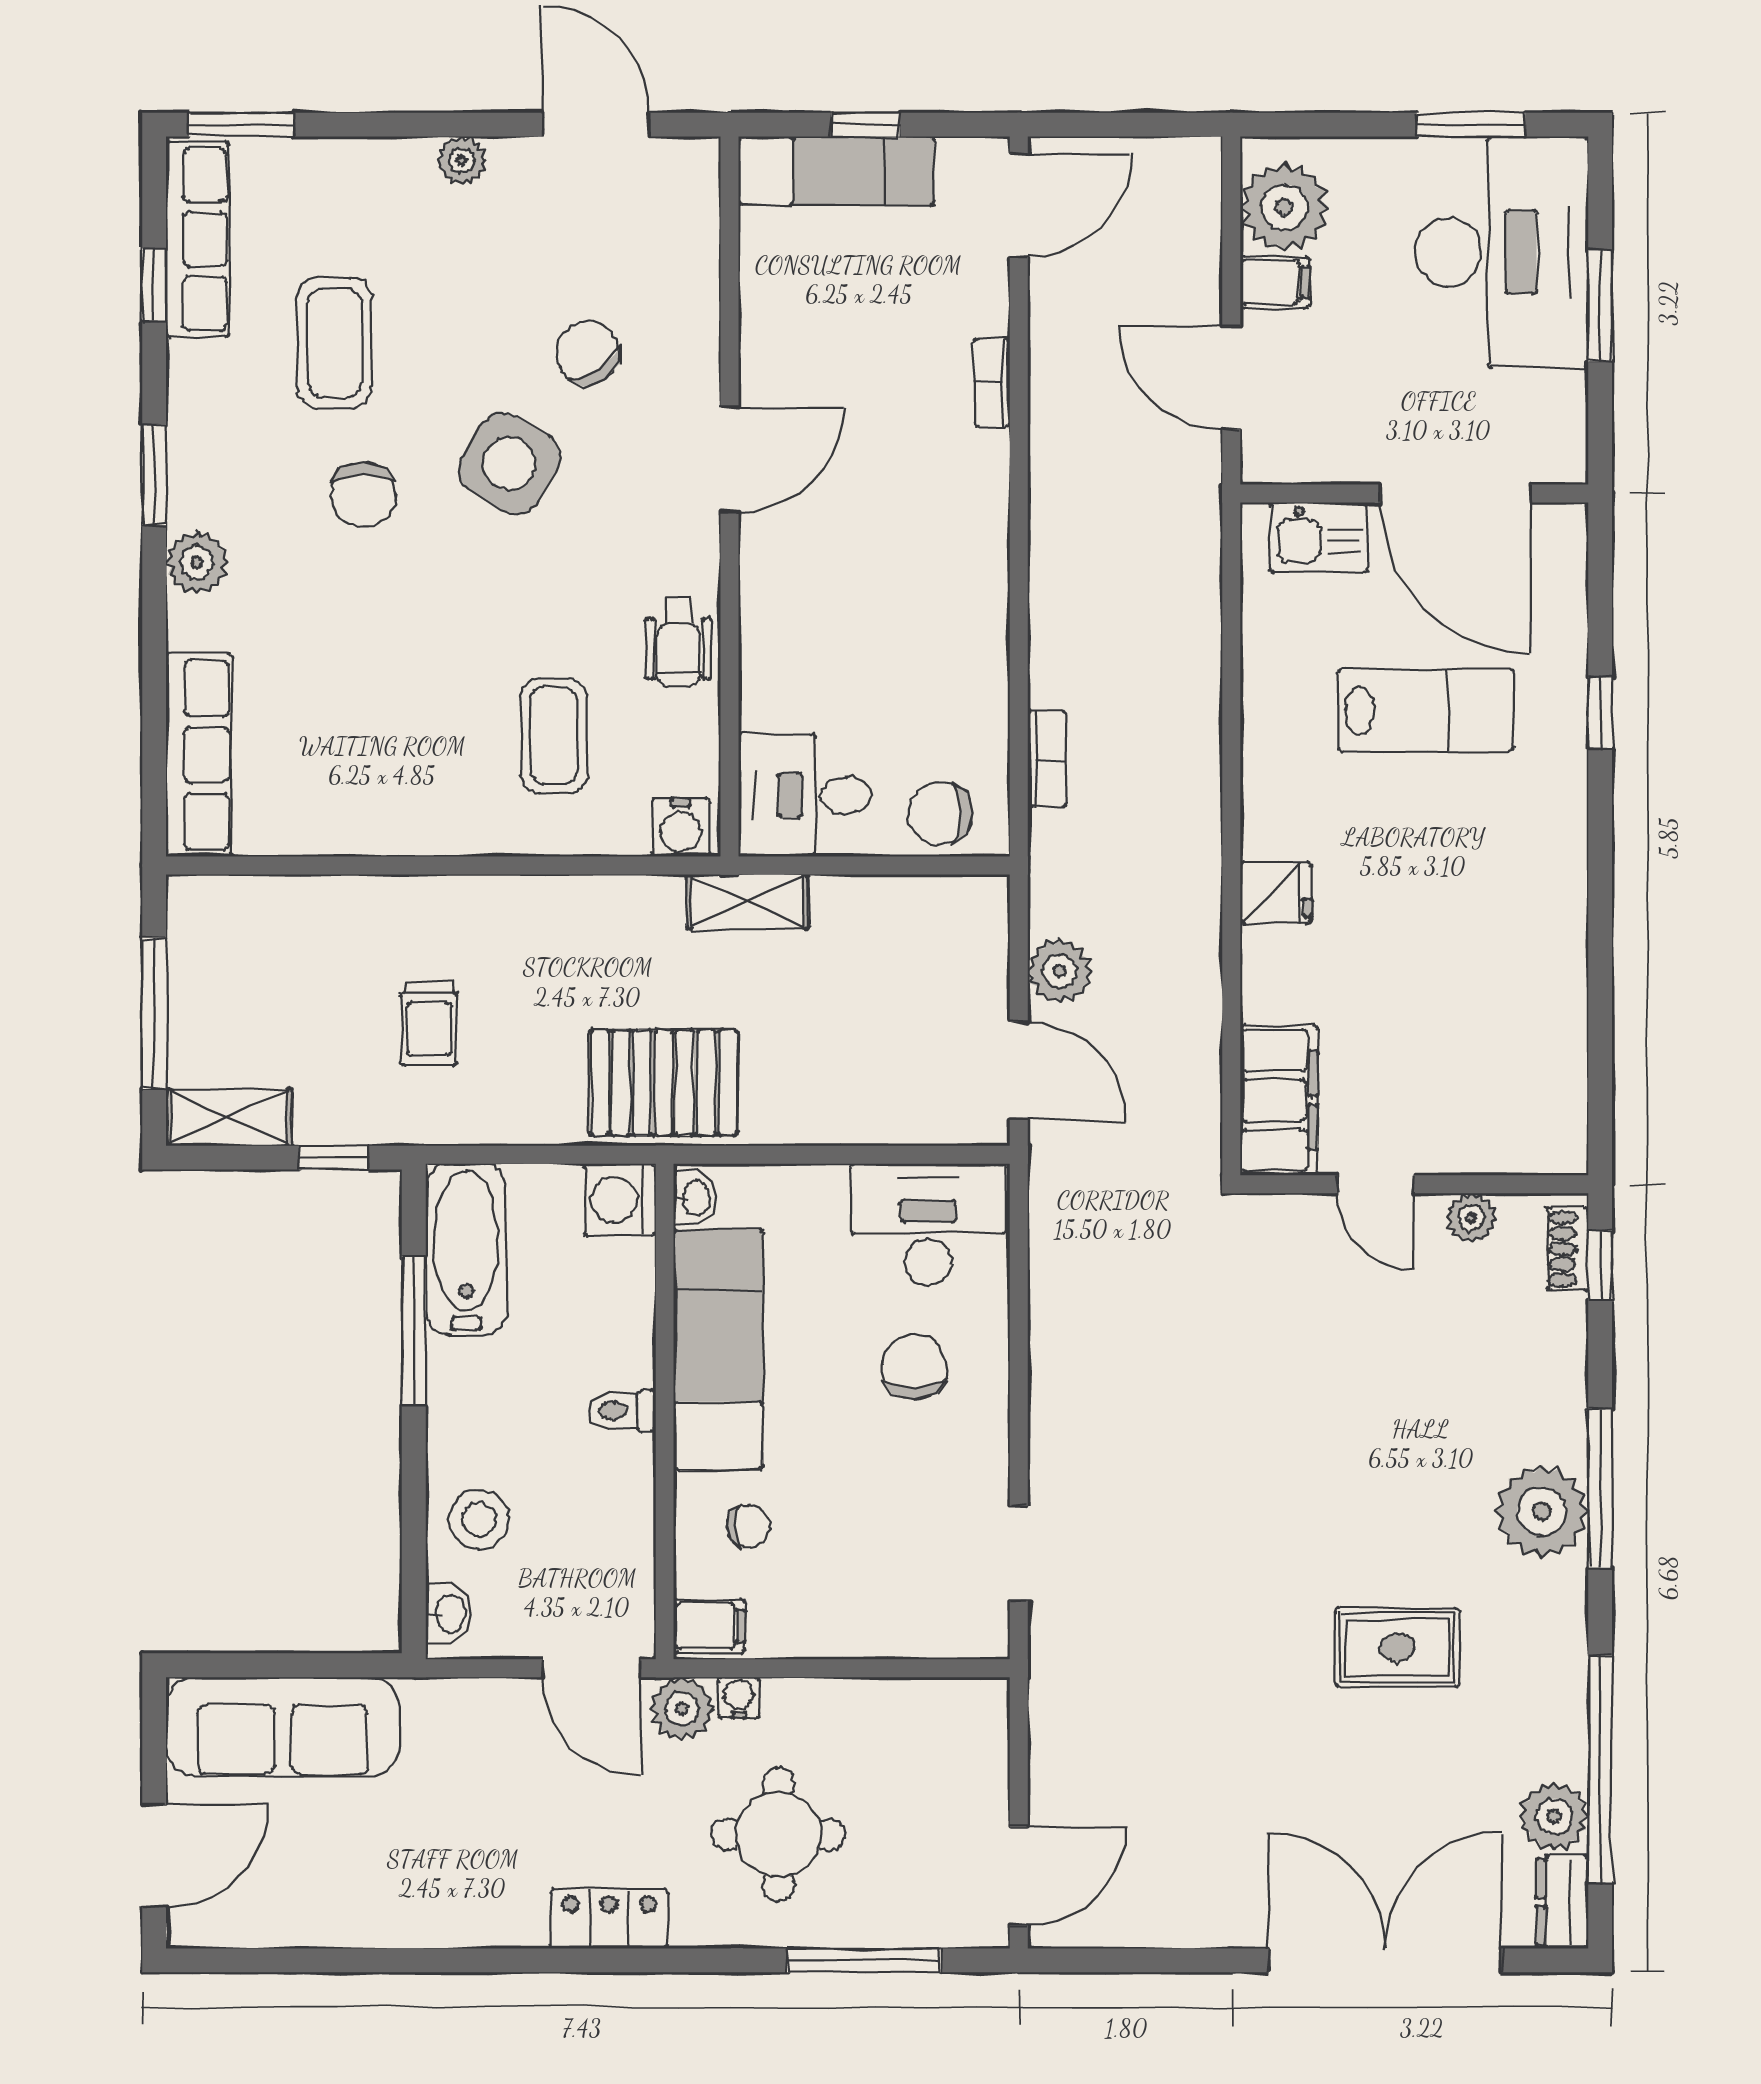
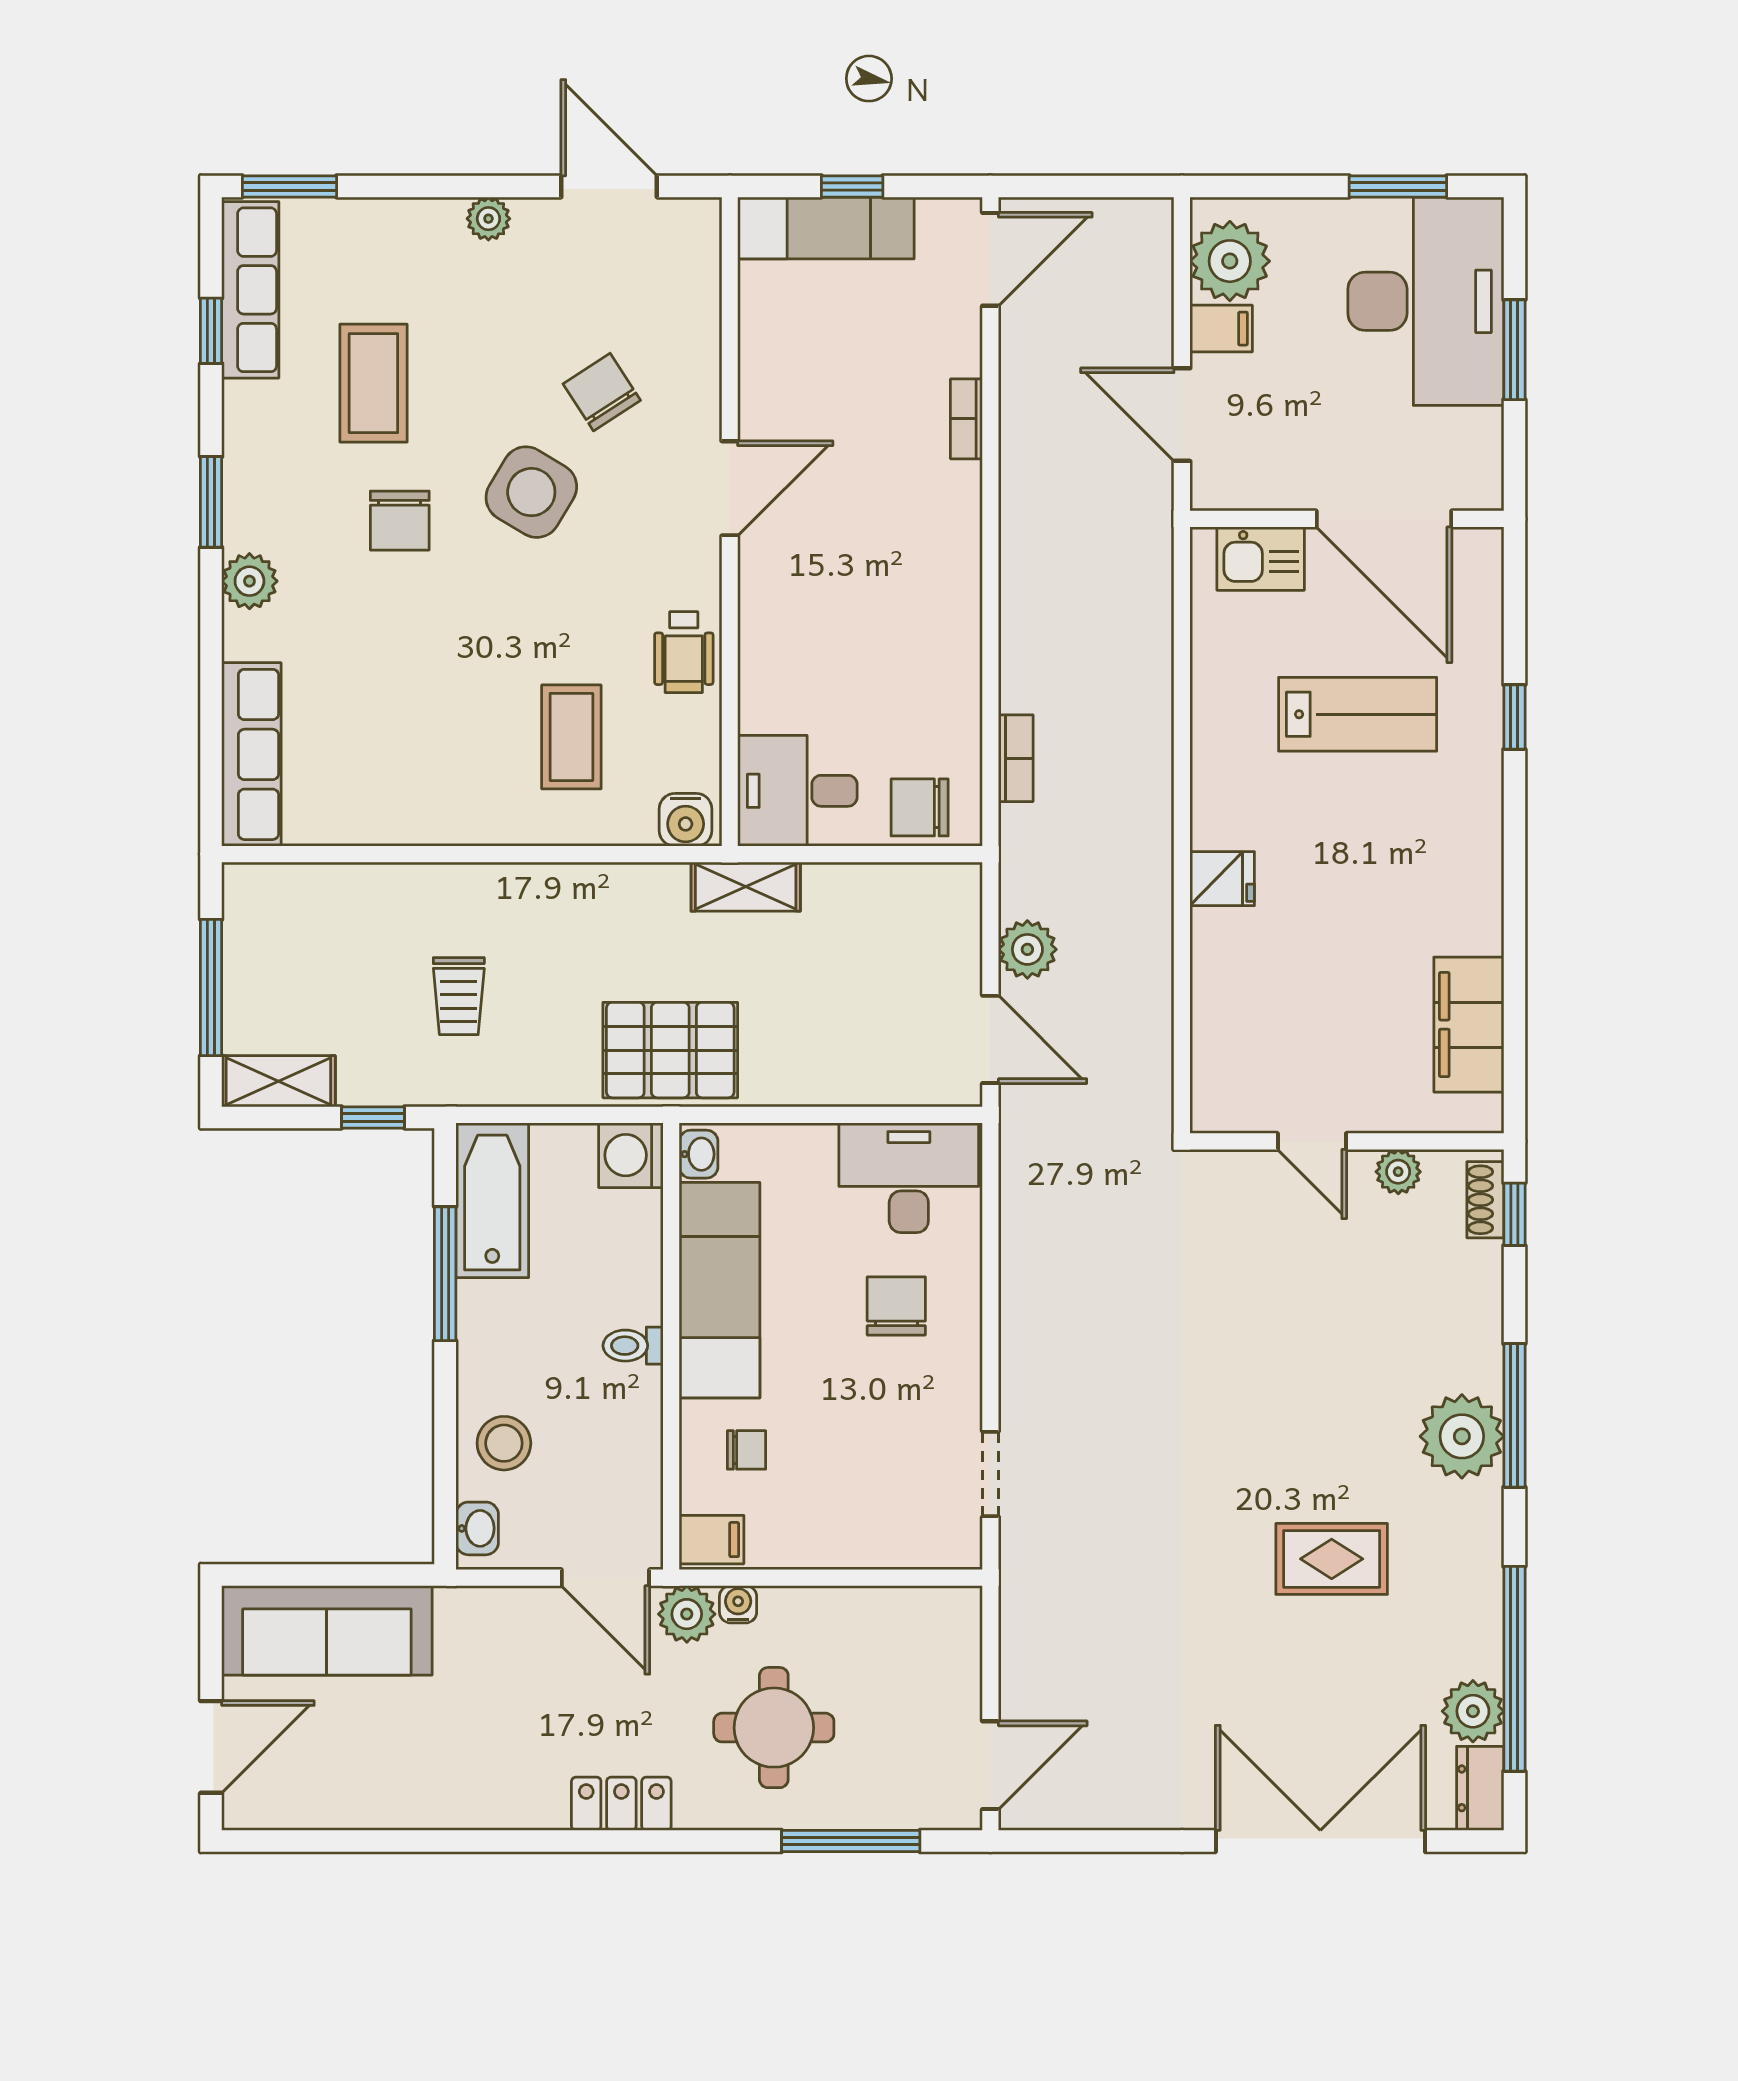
filing cabinet: (1279, 1100) -> (1469, 1025), moved, turned 180

